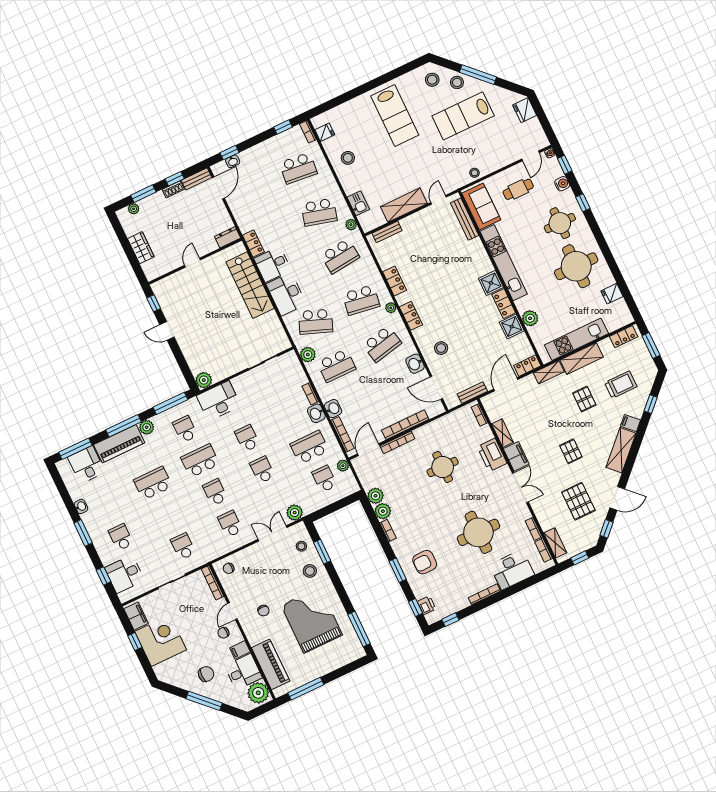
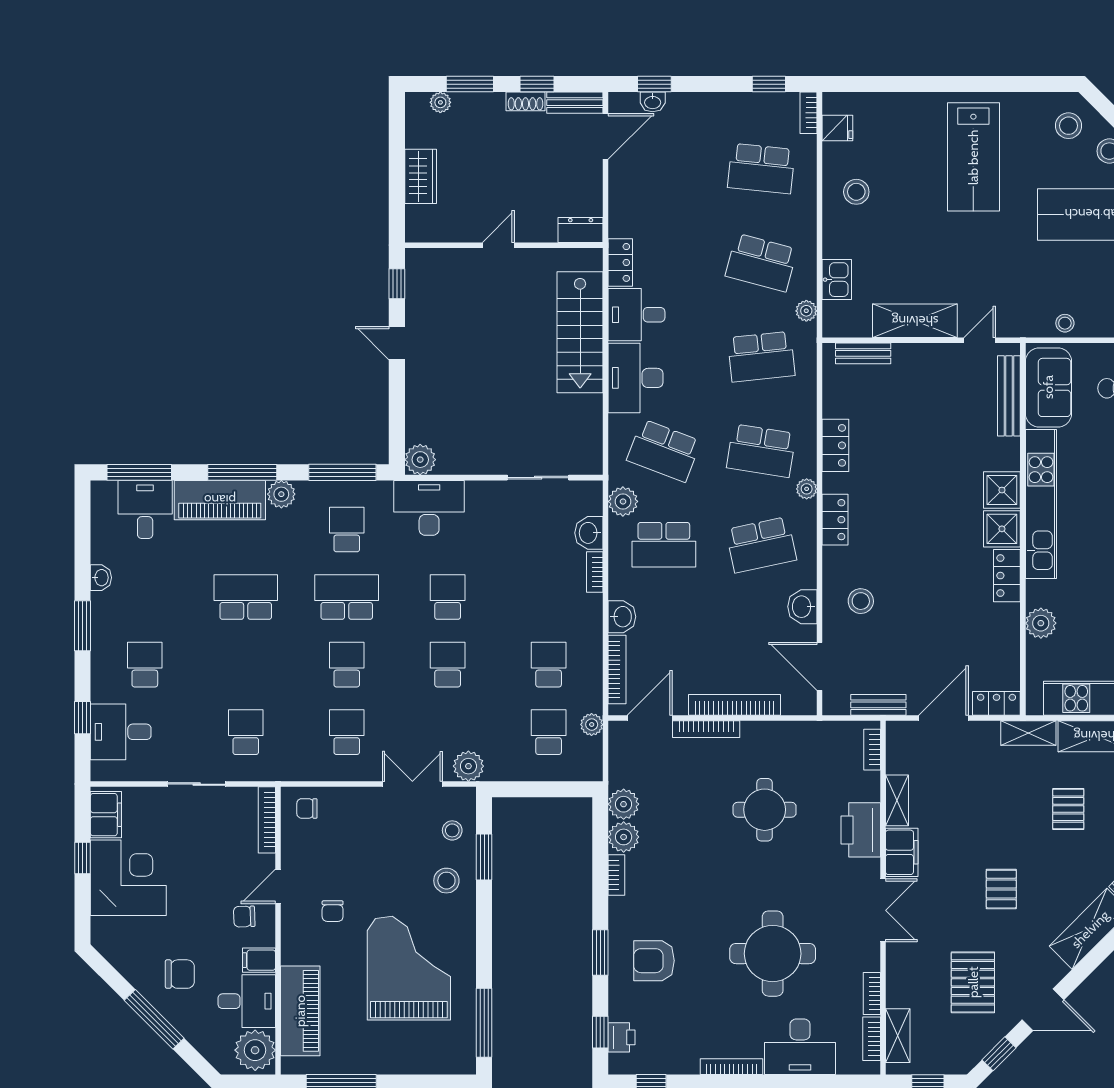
shower: (512, 327) -> (1002, 490), moved
washbasin: (316, 413) -> (589, 533), moved
school desk: (309, 447) -> (549, 665), width x0.54

